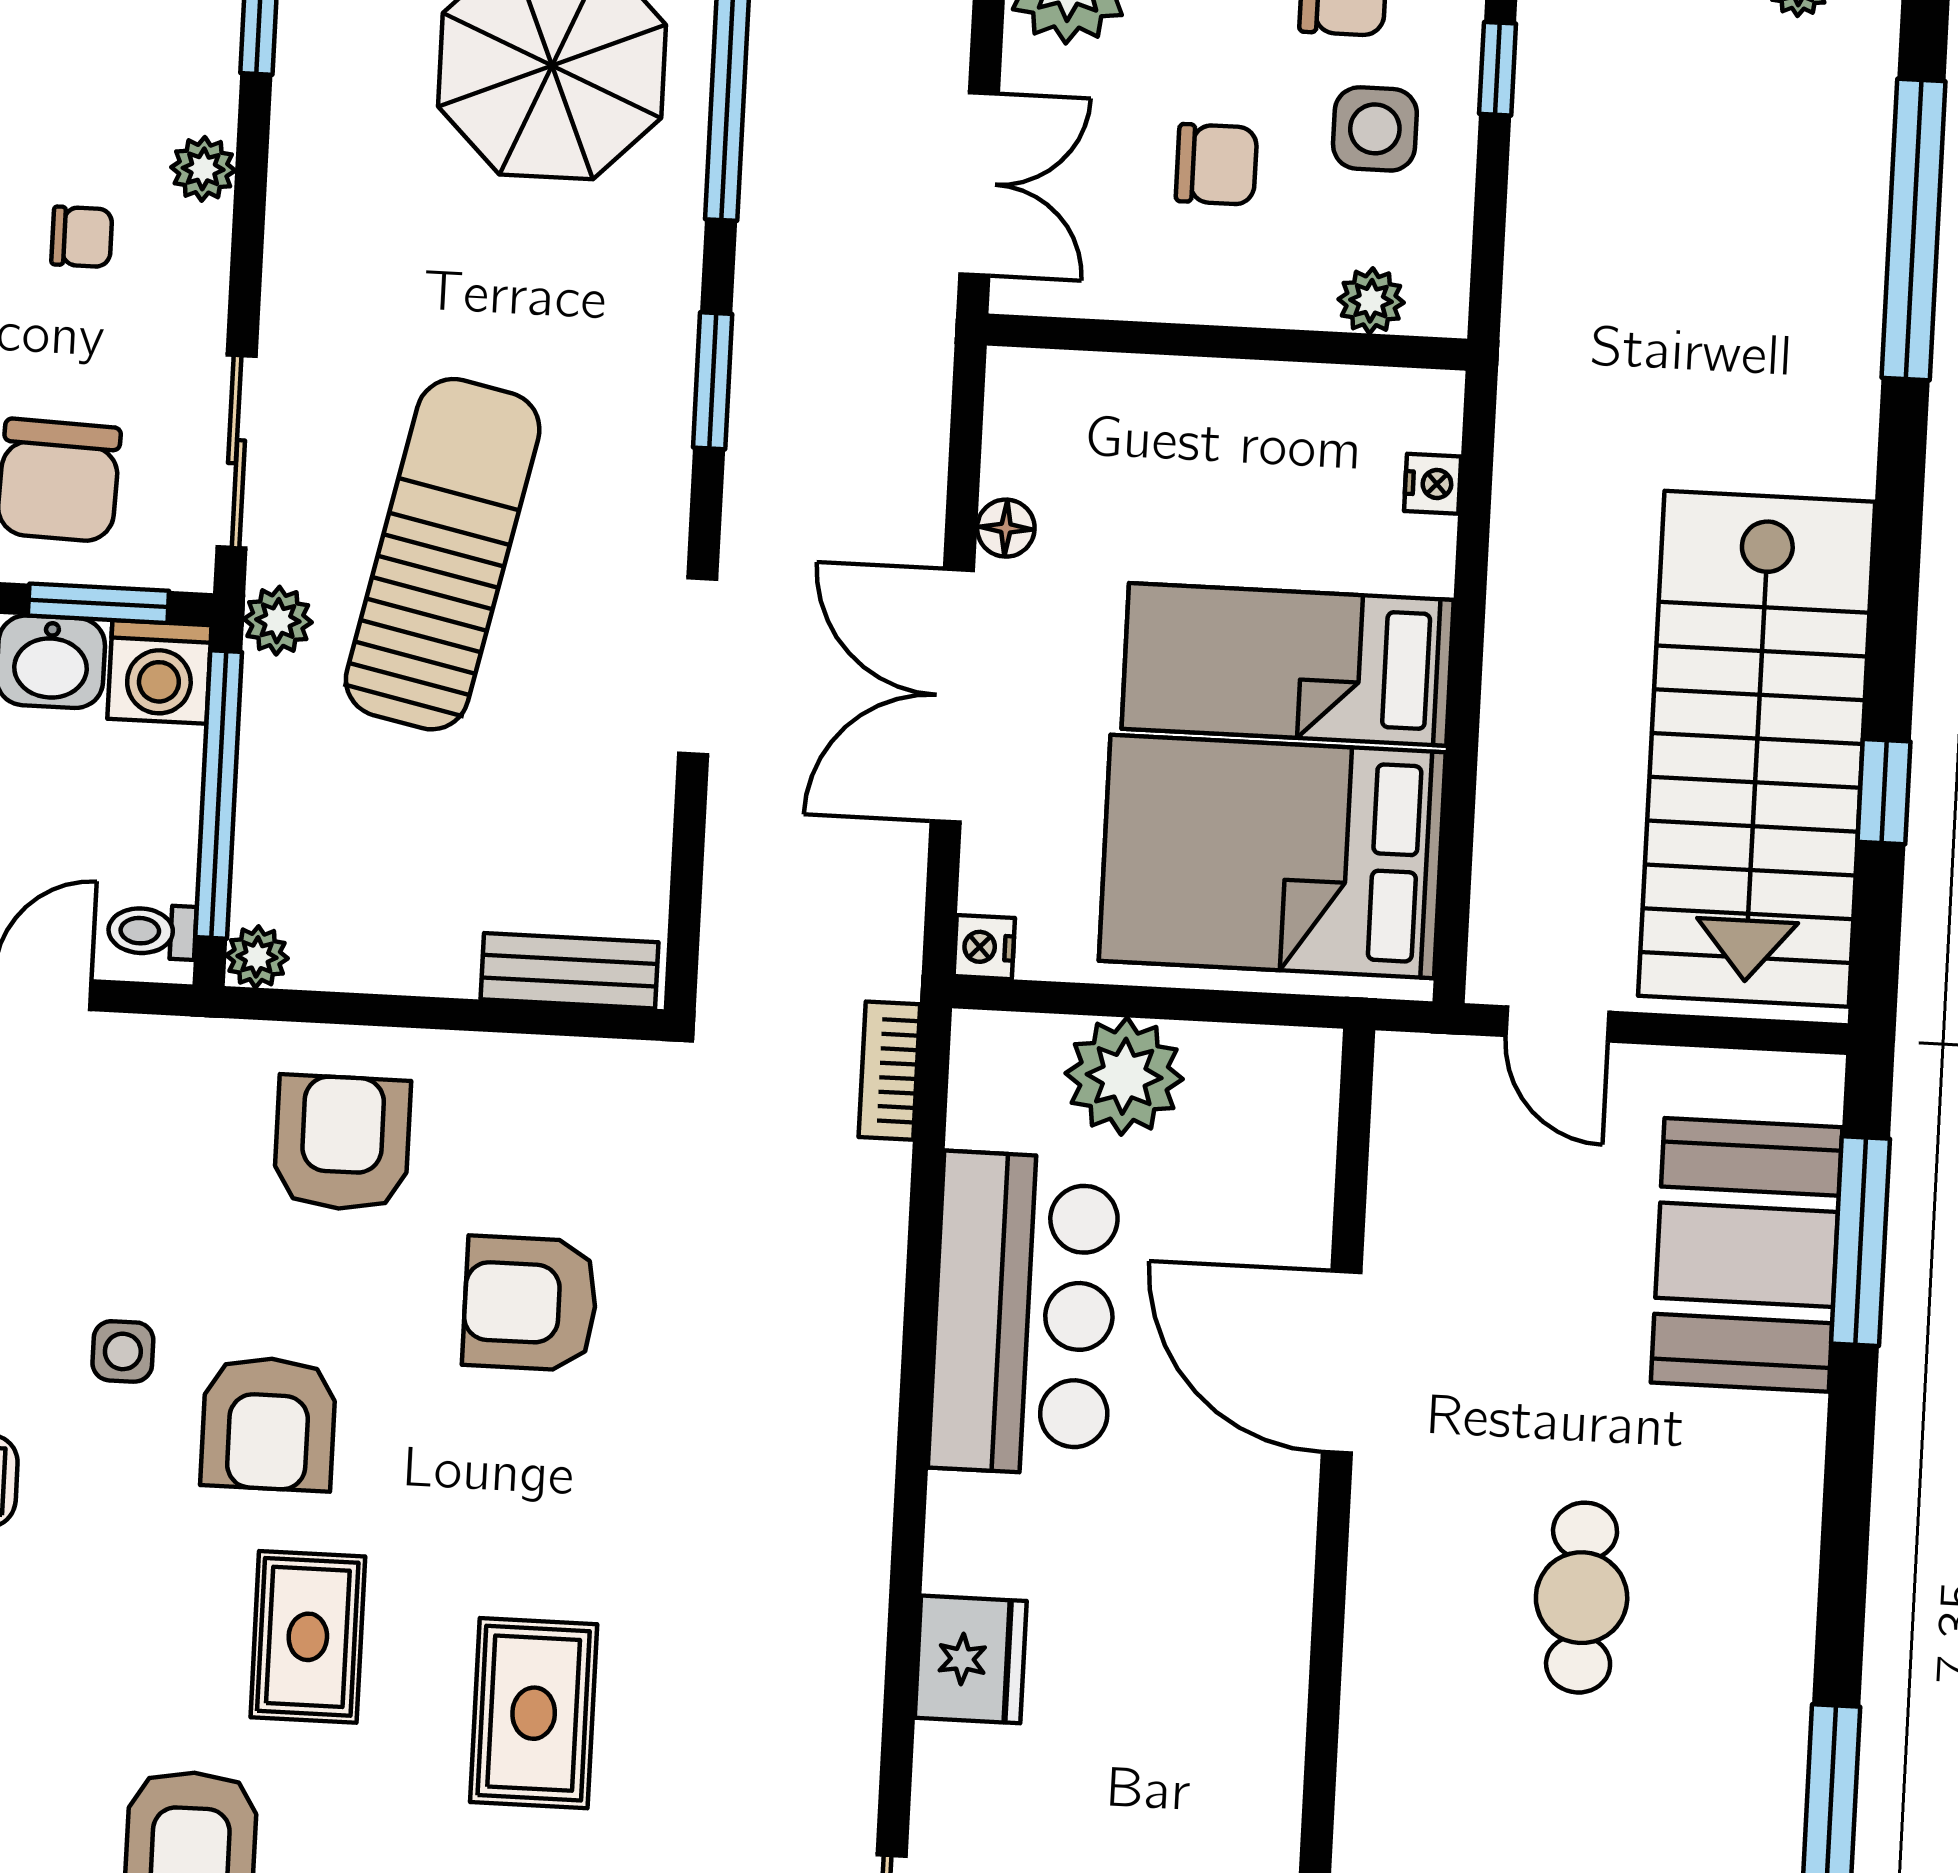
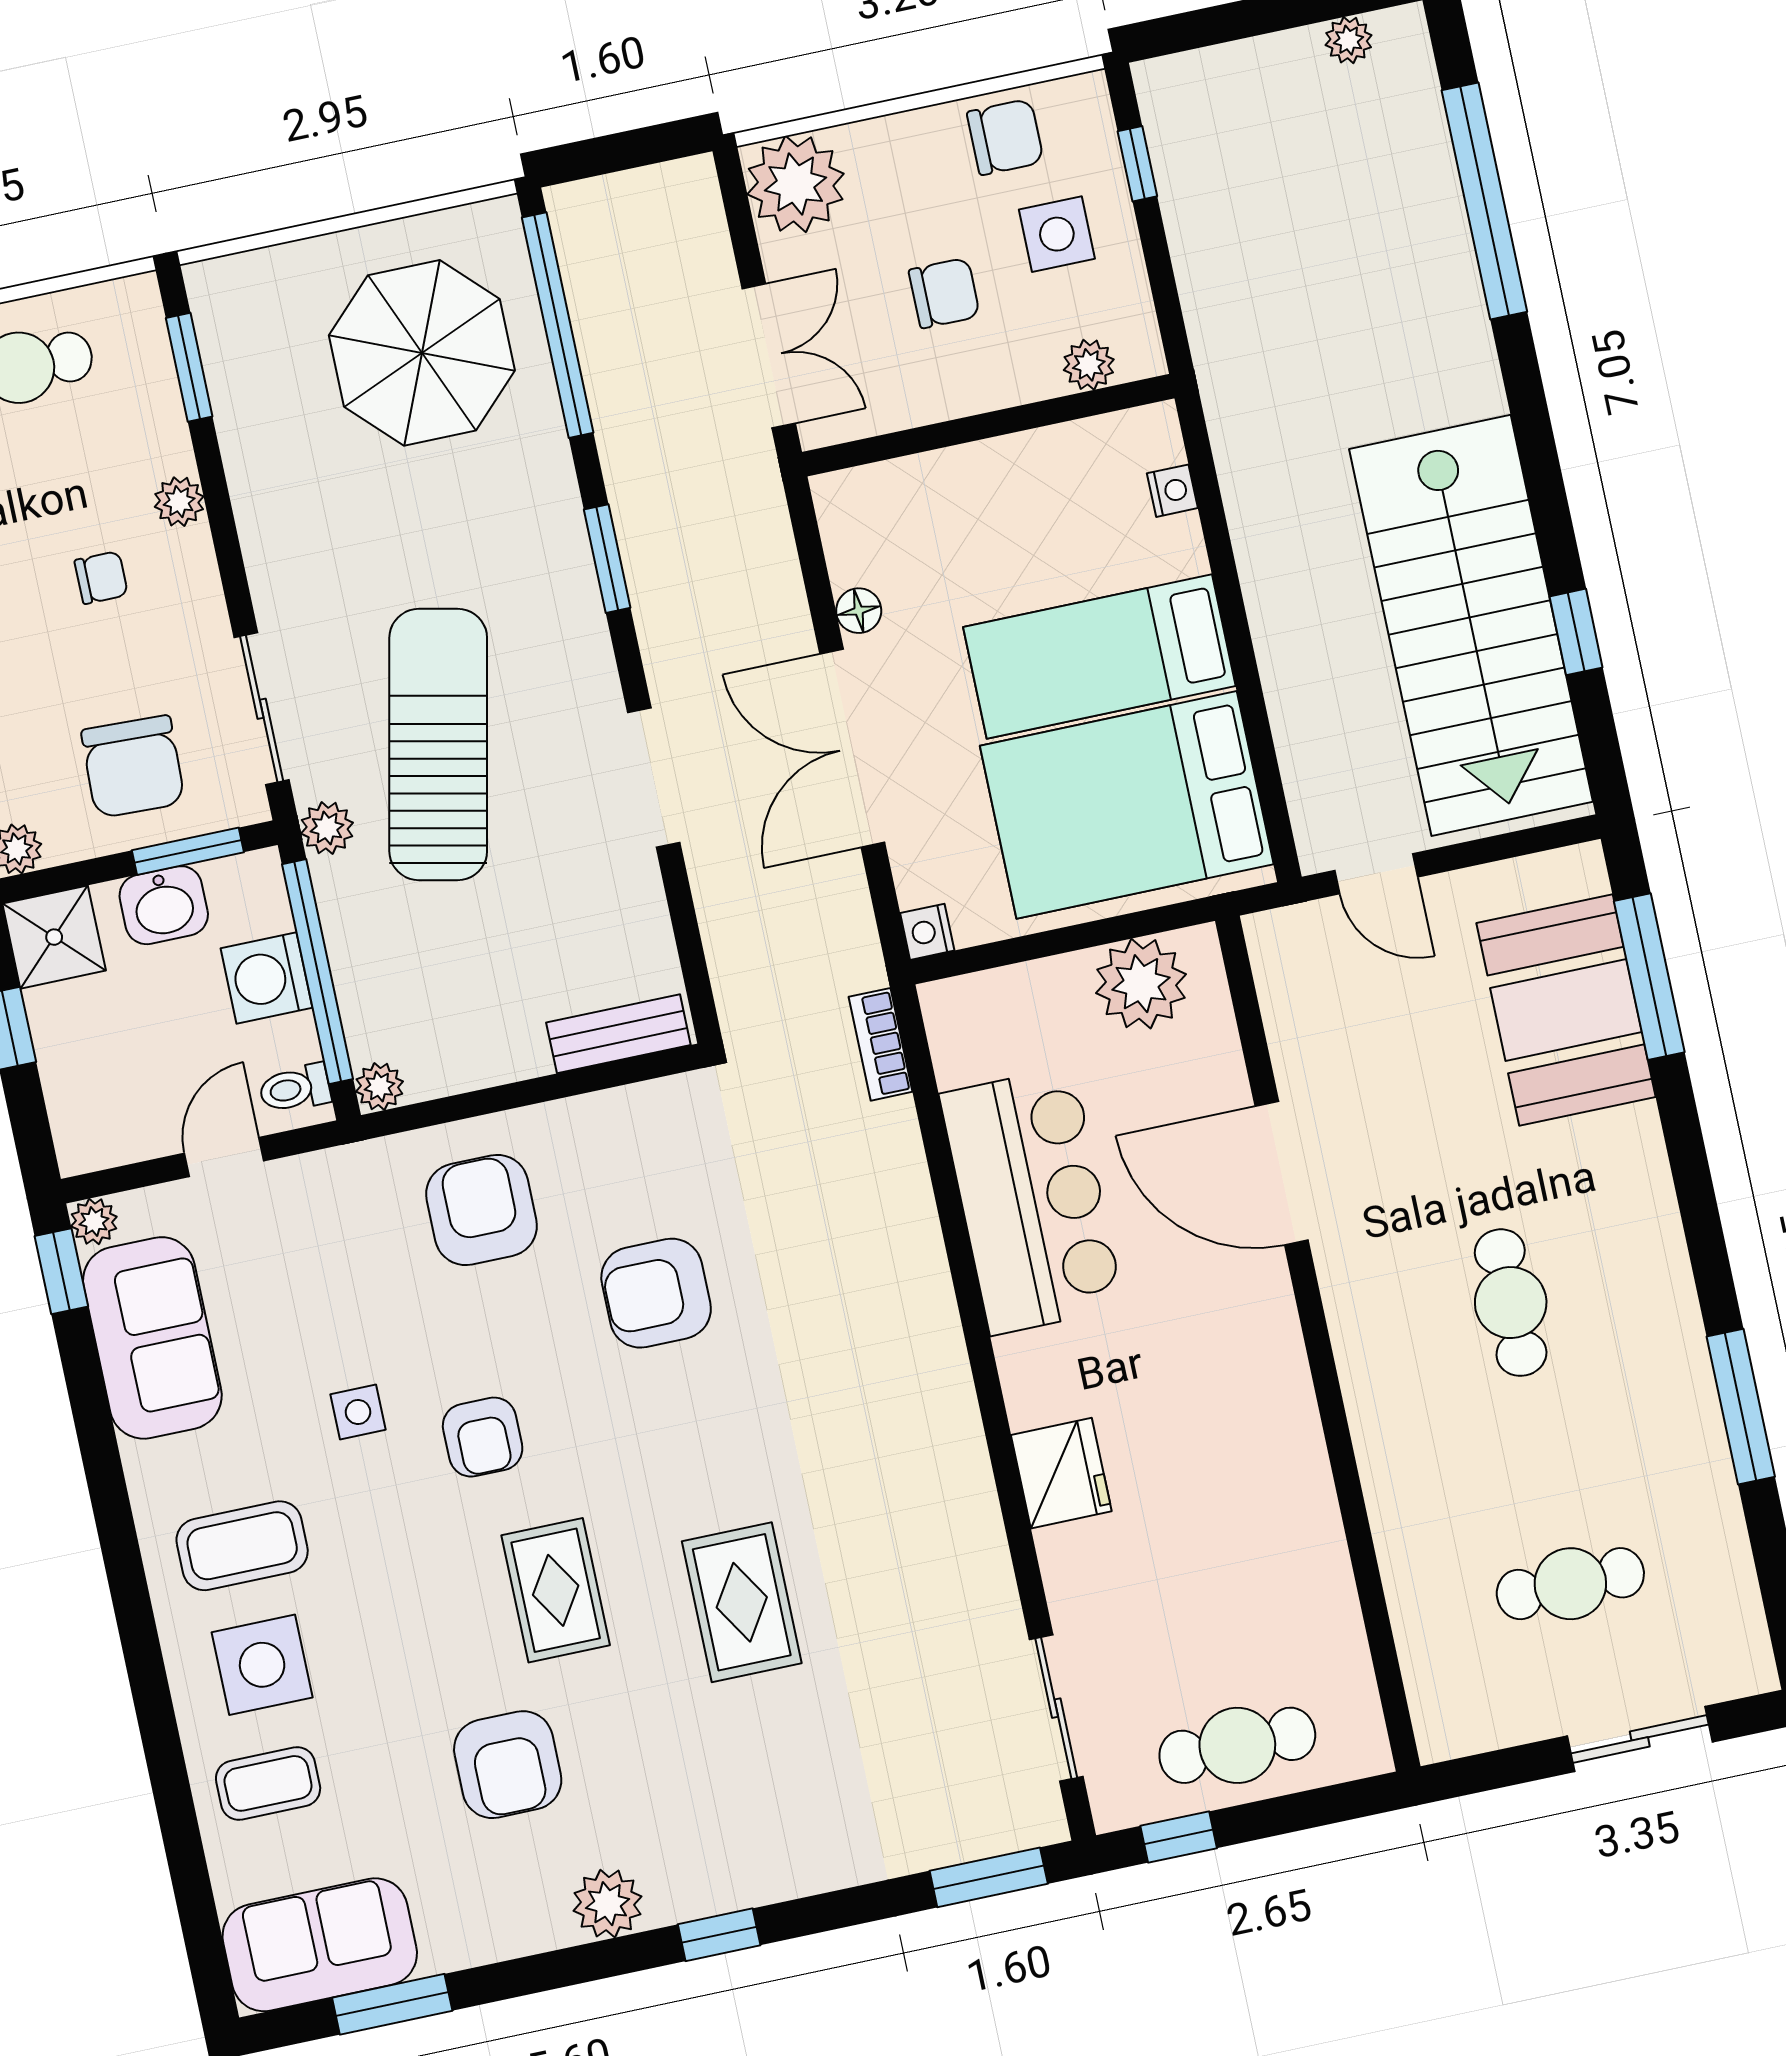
washing machine: (159, 672) -> (266, 978), moved, turned 90
plant: (1124, 1076) -> (1141, 984), moved
armchair: (268, 1424) -> (483, 1437), width x0.72, depth x0.72

